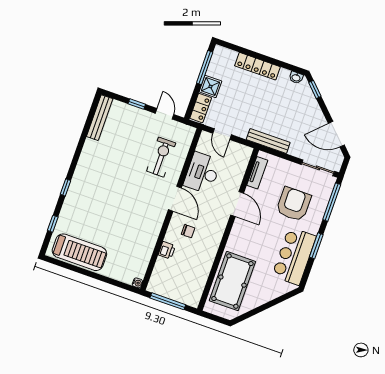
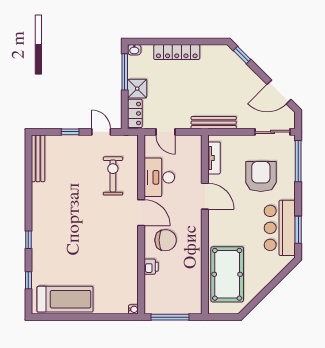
washbasin: (296, 78) -> (134, 50), moved
chair: (188, 231) -> (166, 240), width x1.87, depth x1.87
window: (316, 246) -> (298, 230), moved

